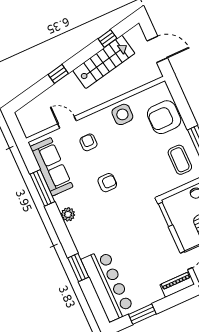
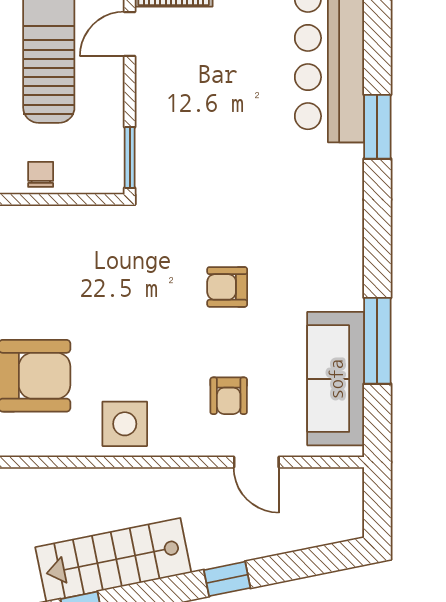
coffee table: (180, 160) -> (42, 265), removed
plant: (68, 214) -> (347, 256), removed

